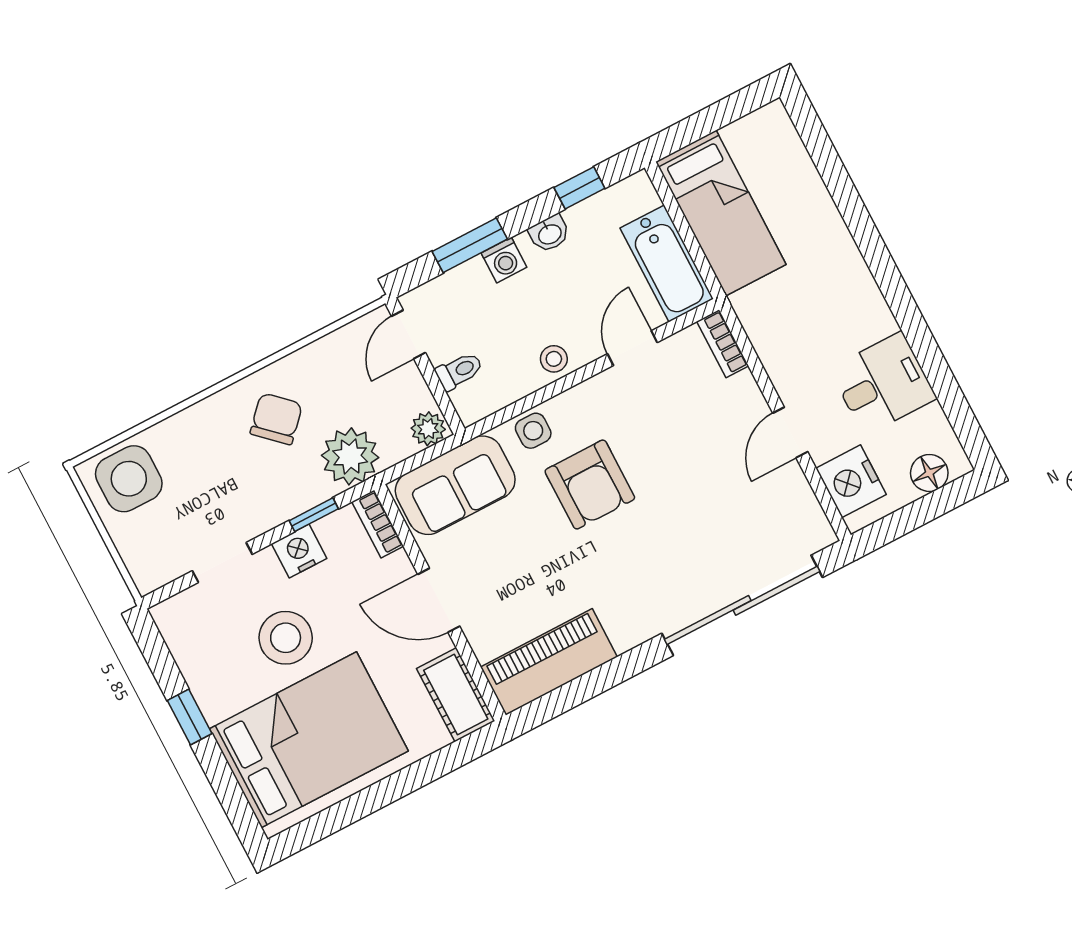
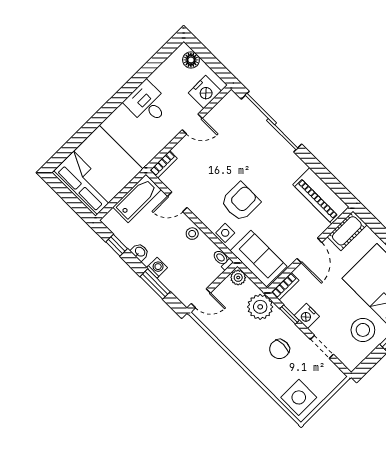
bed: (721, 213) -> (97, 171), width x2.04
toilet: (459, 371) -> (222, 259), moved
desk: (883, 384) -> (147, 103), moved
chair: (276, 419) -> (279, 349), moved, turned -43
stool: (286, 638) -> (363, 330), moved

